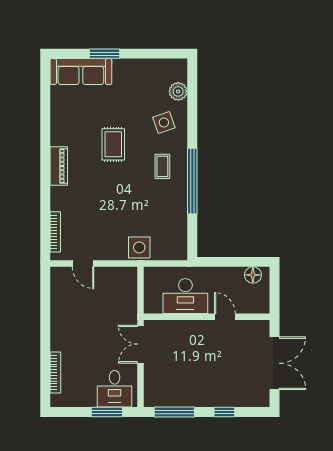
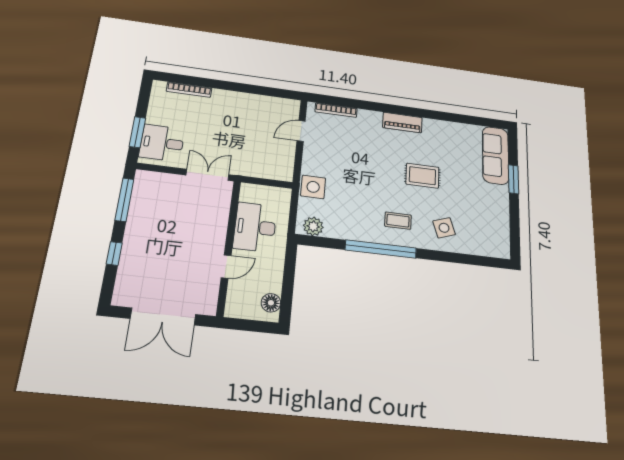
plant: (178, 91) -> (313, 226), moved

